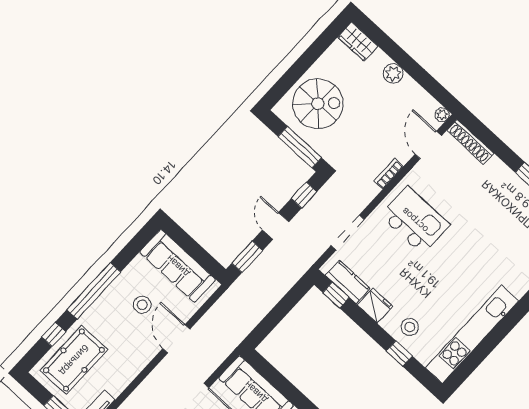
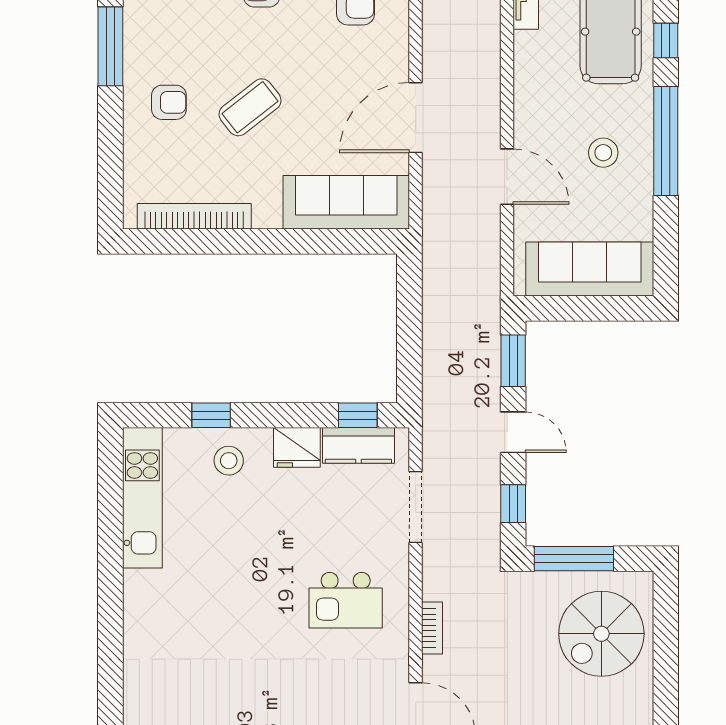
kitchen island: (415, 220) -> (346, 600), width x0.73, depth x0.78
stool: (142, 305) -> (603, 153), moved
kitchen unit: (472, 334) -> (142, 498), width x0.73

